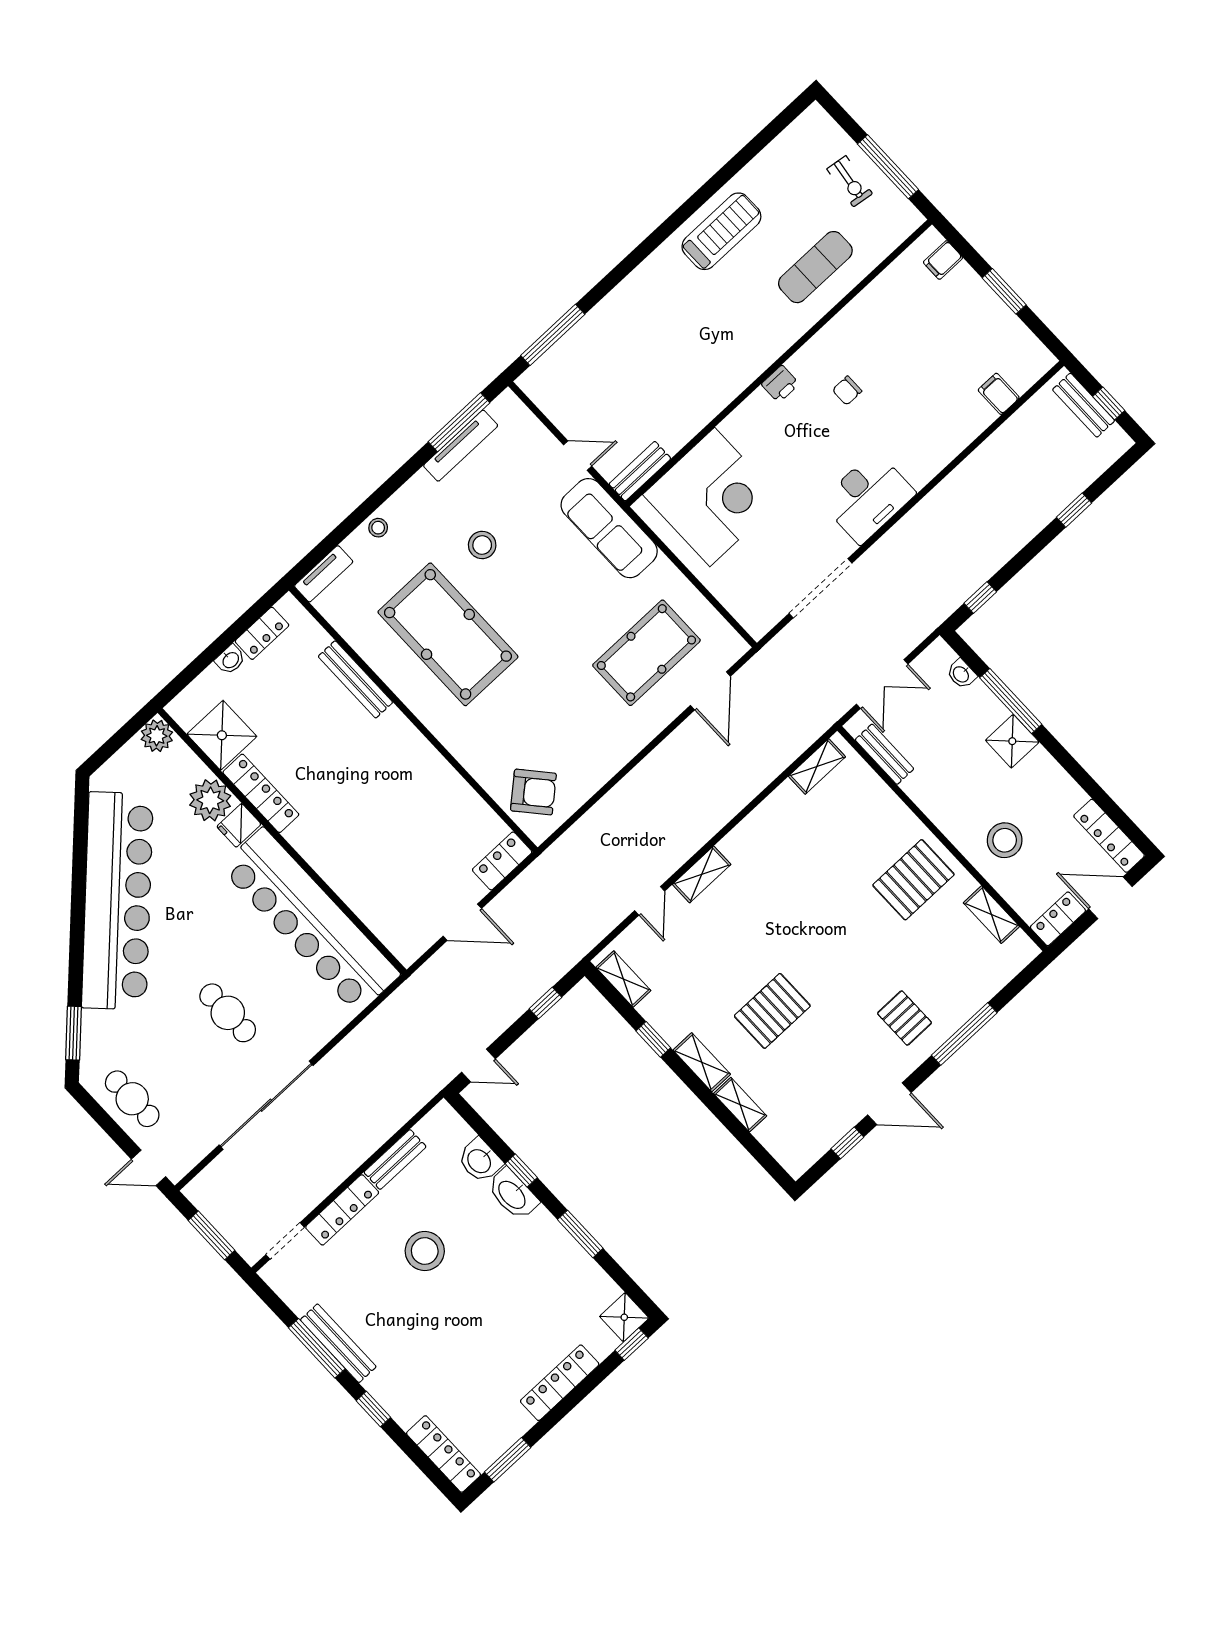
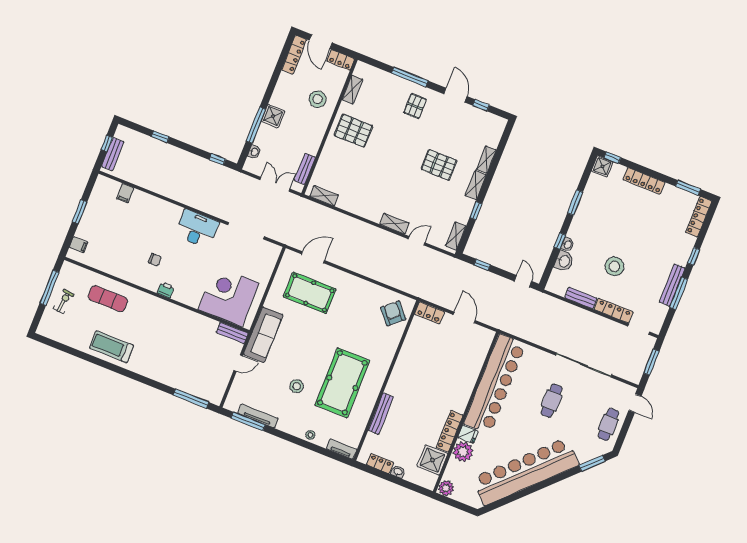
door: (578, 456) -> (238, 363), swing flipped
washbasin: (513, 1194) -> (568, 245), width x0.52, depth x0.69

